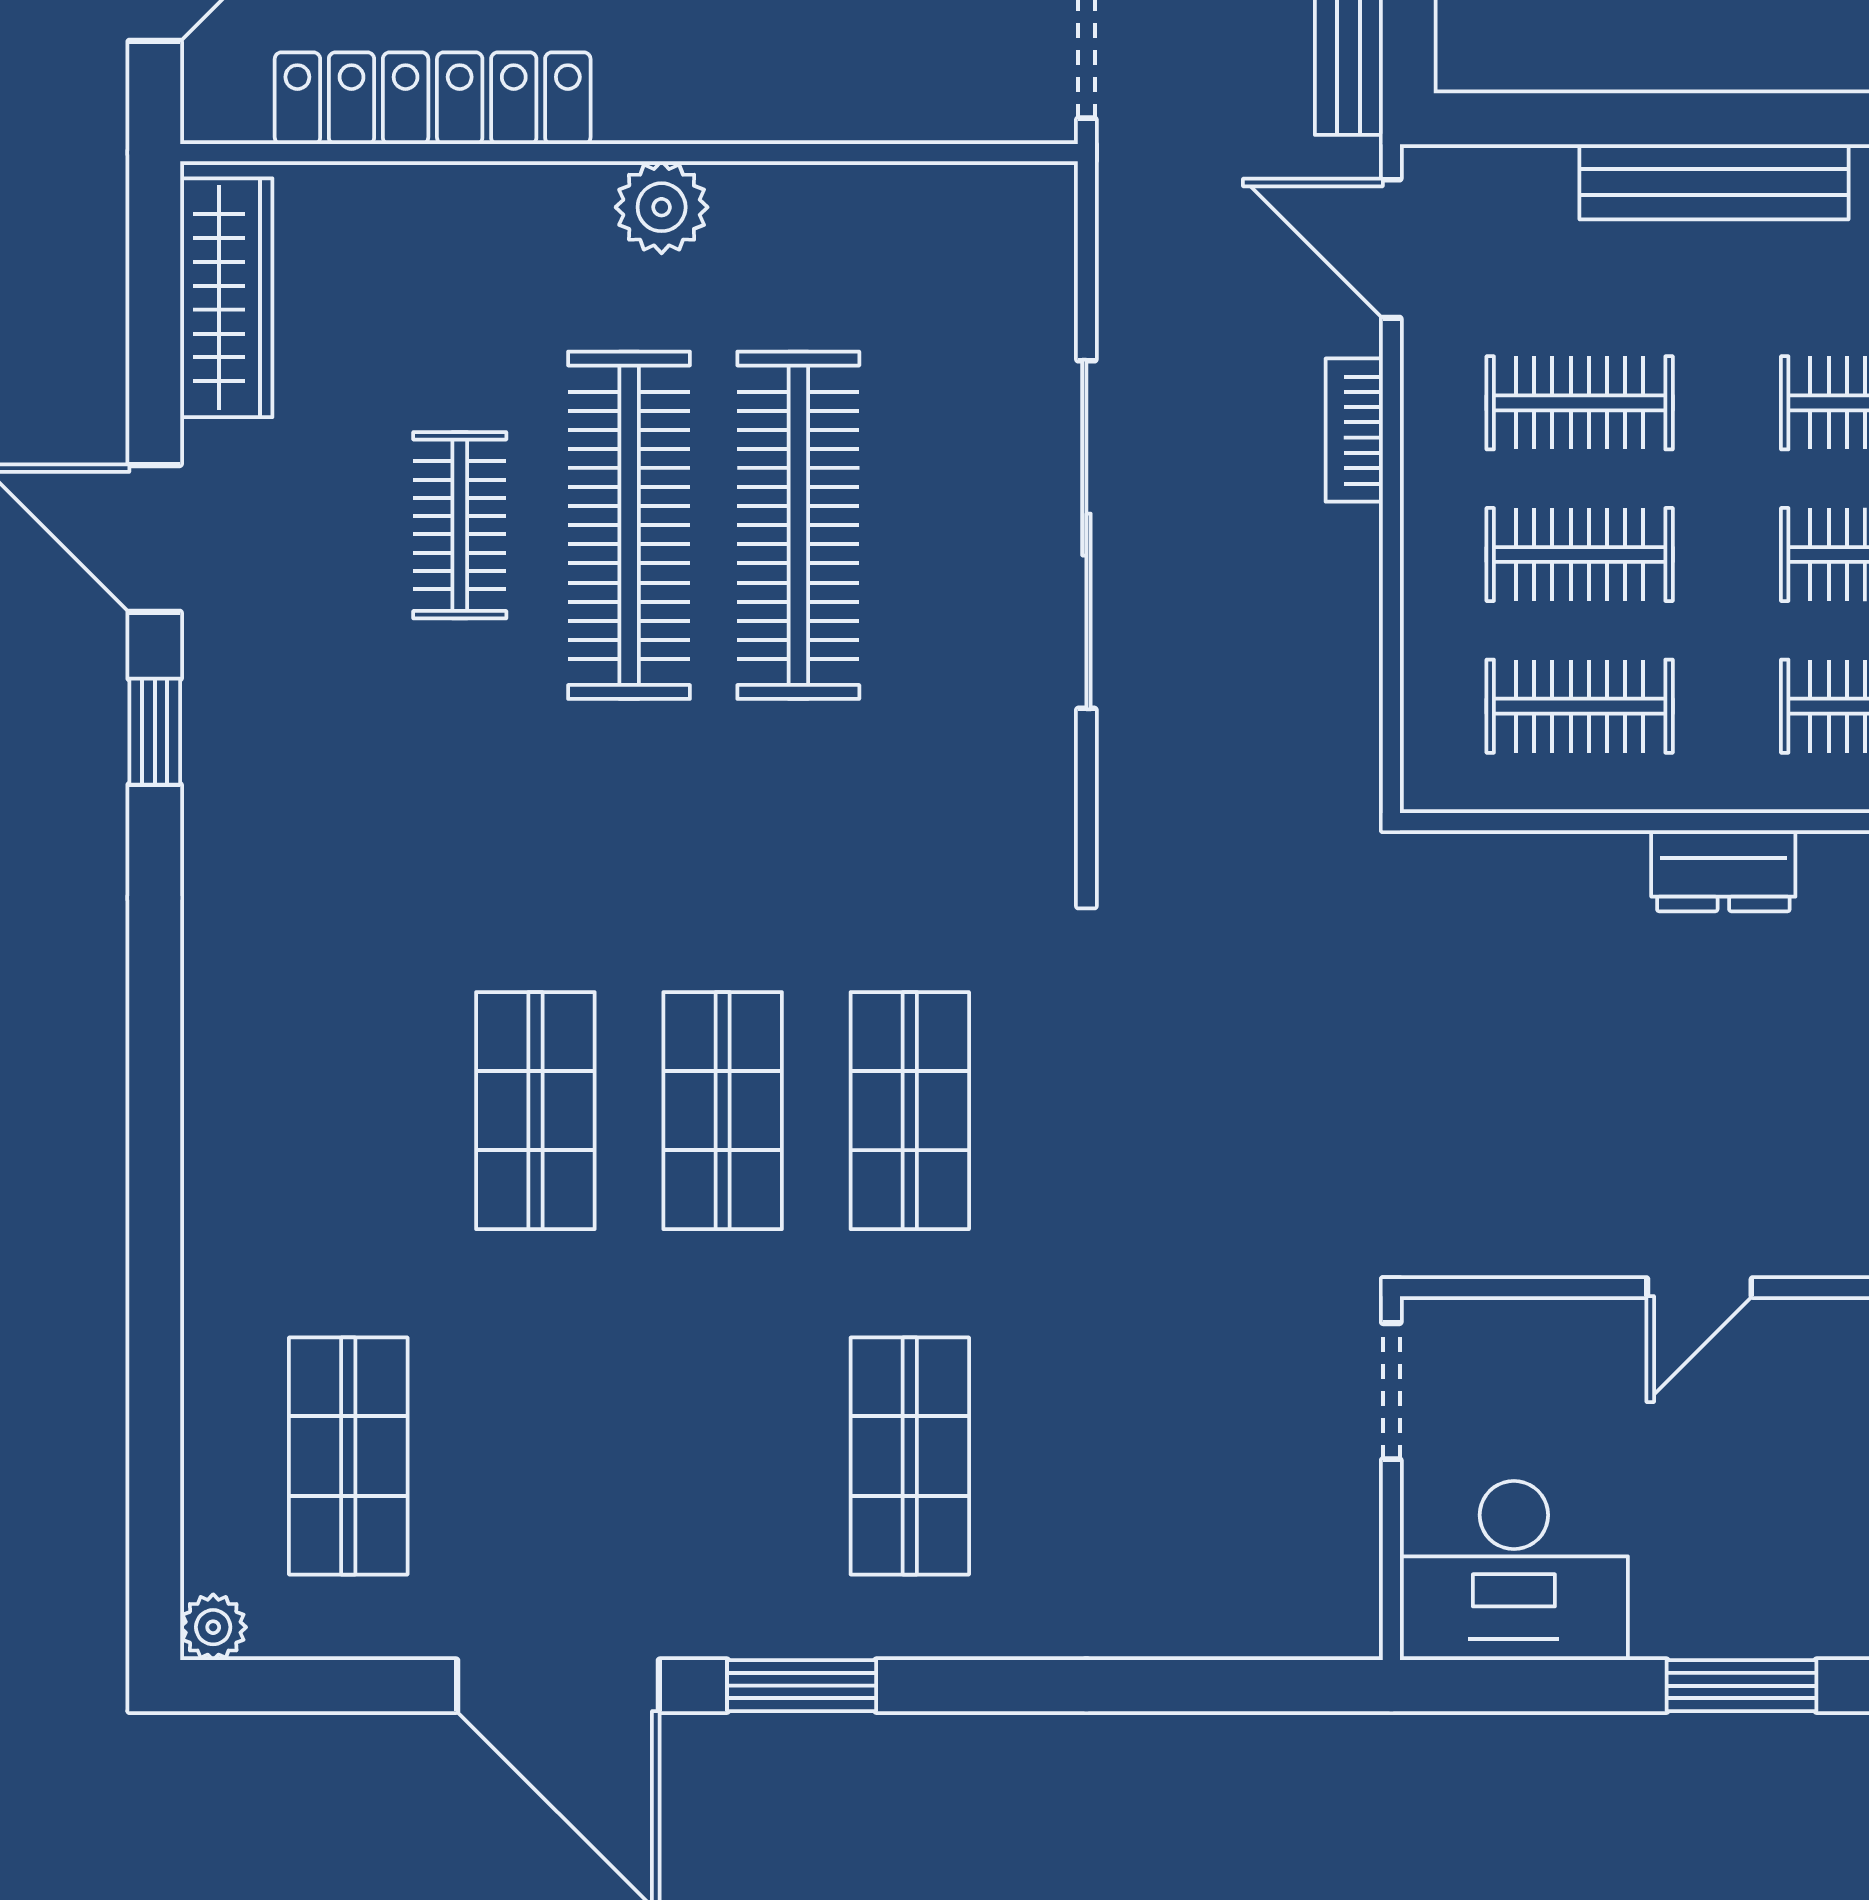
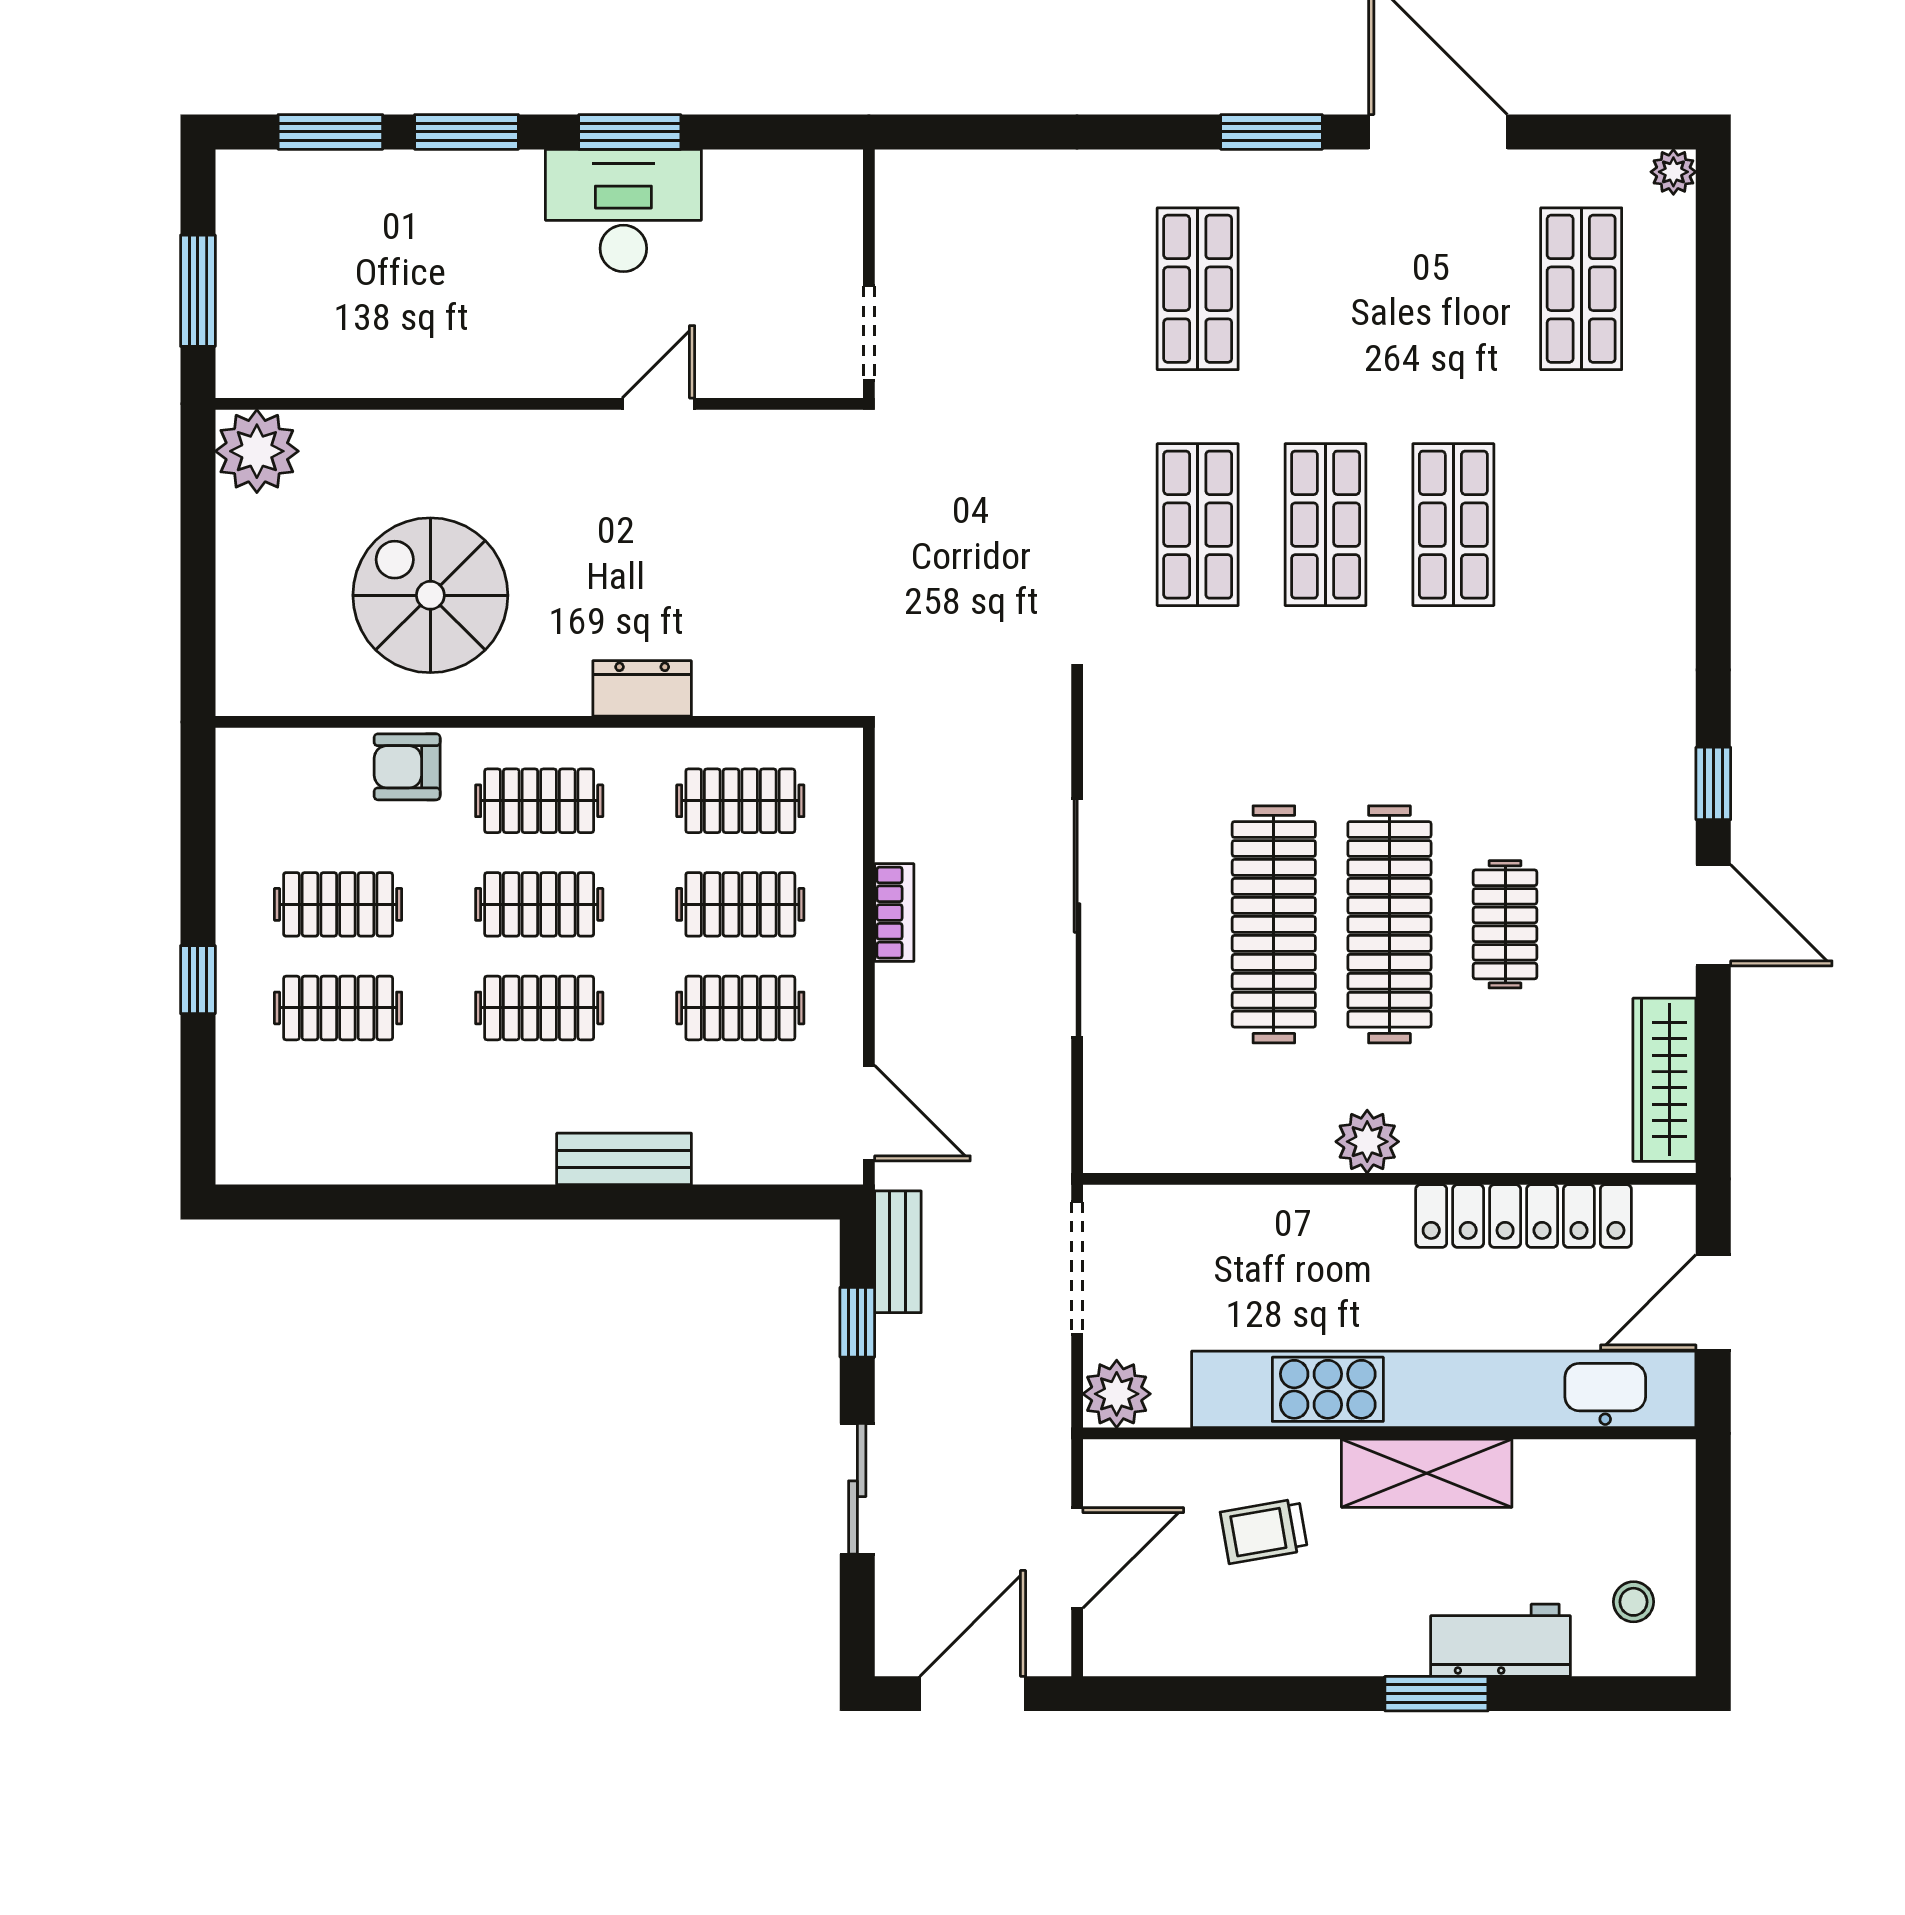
bench: (1714, 182) -> (624, 1159), width x0.73
bookcase: (1354, 430) -> (894, 913), moved
desk: (1514, 1571) -> (623, 211), moved

